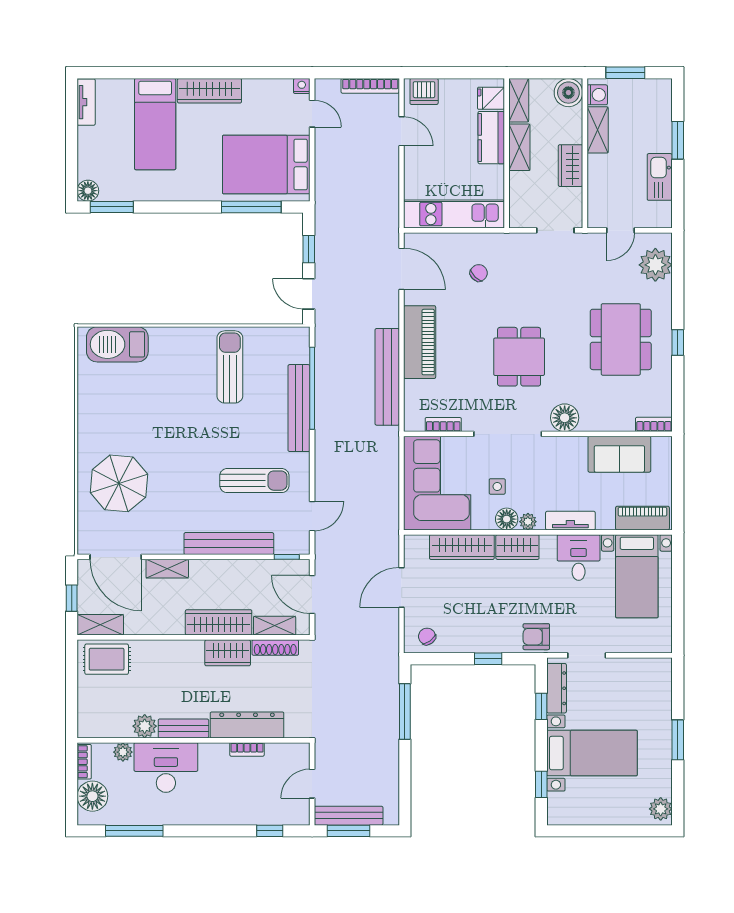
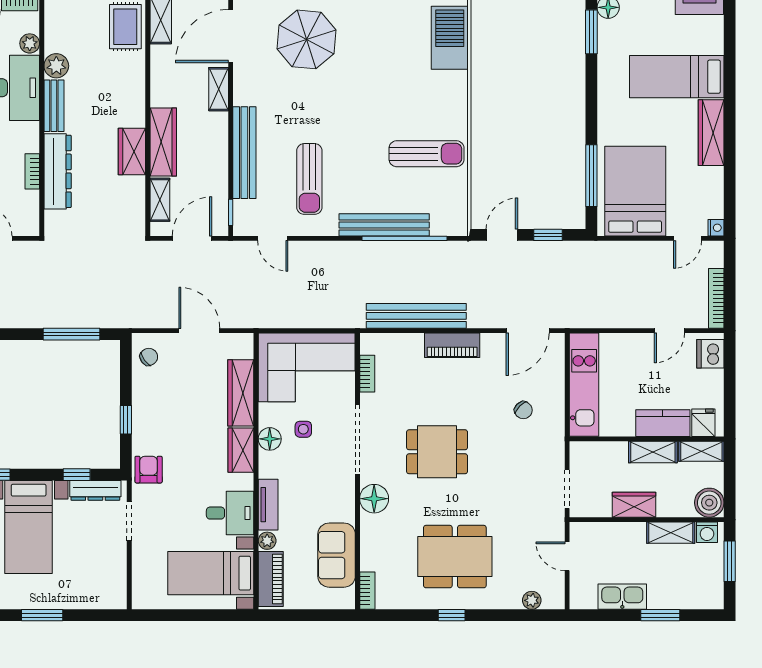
plant: (655, 265) -> (532, 600), width x0.53, depth x0.53
piano: (420, 342) -> (452, 345), width x0.73, depth x0.75
plant: (528, 522) -> (267, 541), moved
shoe rack: (275, 648) -> (137, 200), removed

